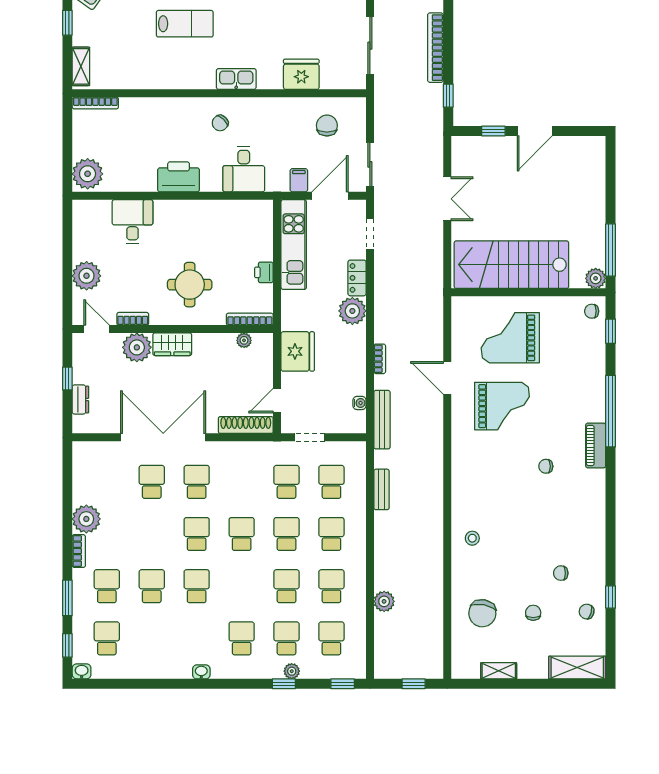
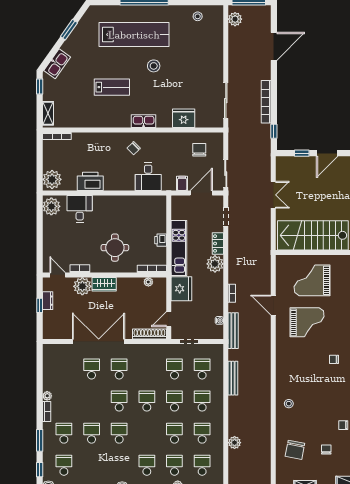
printer: (179, 177) -> (90, 181), moved
kitchen unit: (294, 245) -> (179, 248), moved
plant: (87, 276) -> (51, 206), moved
dresser: (80, 399) -> (48, 301), moved
bench: (381, 489) -> (233, 378), width x1.36
plant: (86, 519) -> (47, 396), width x0.53, depth x0.53

